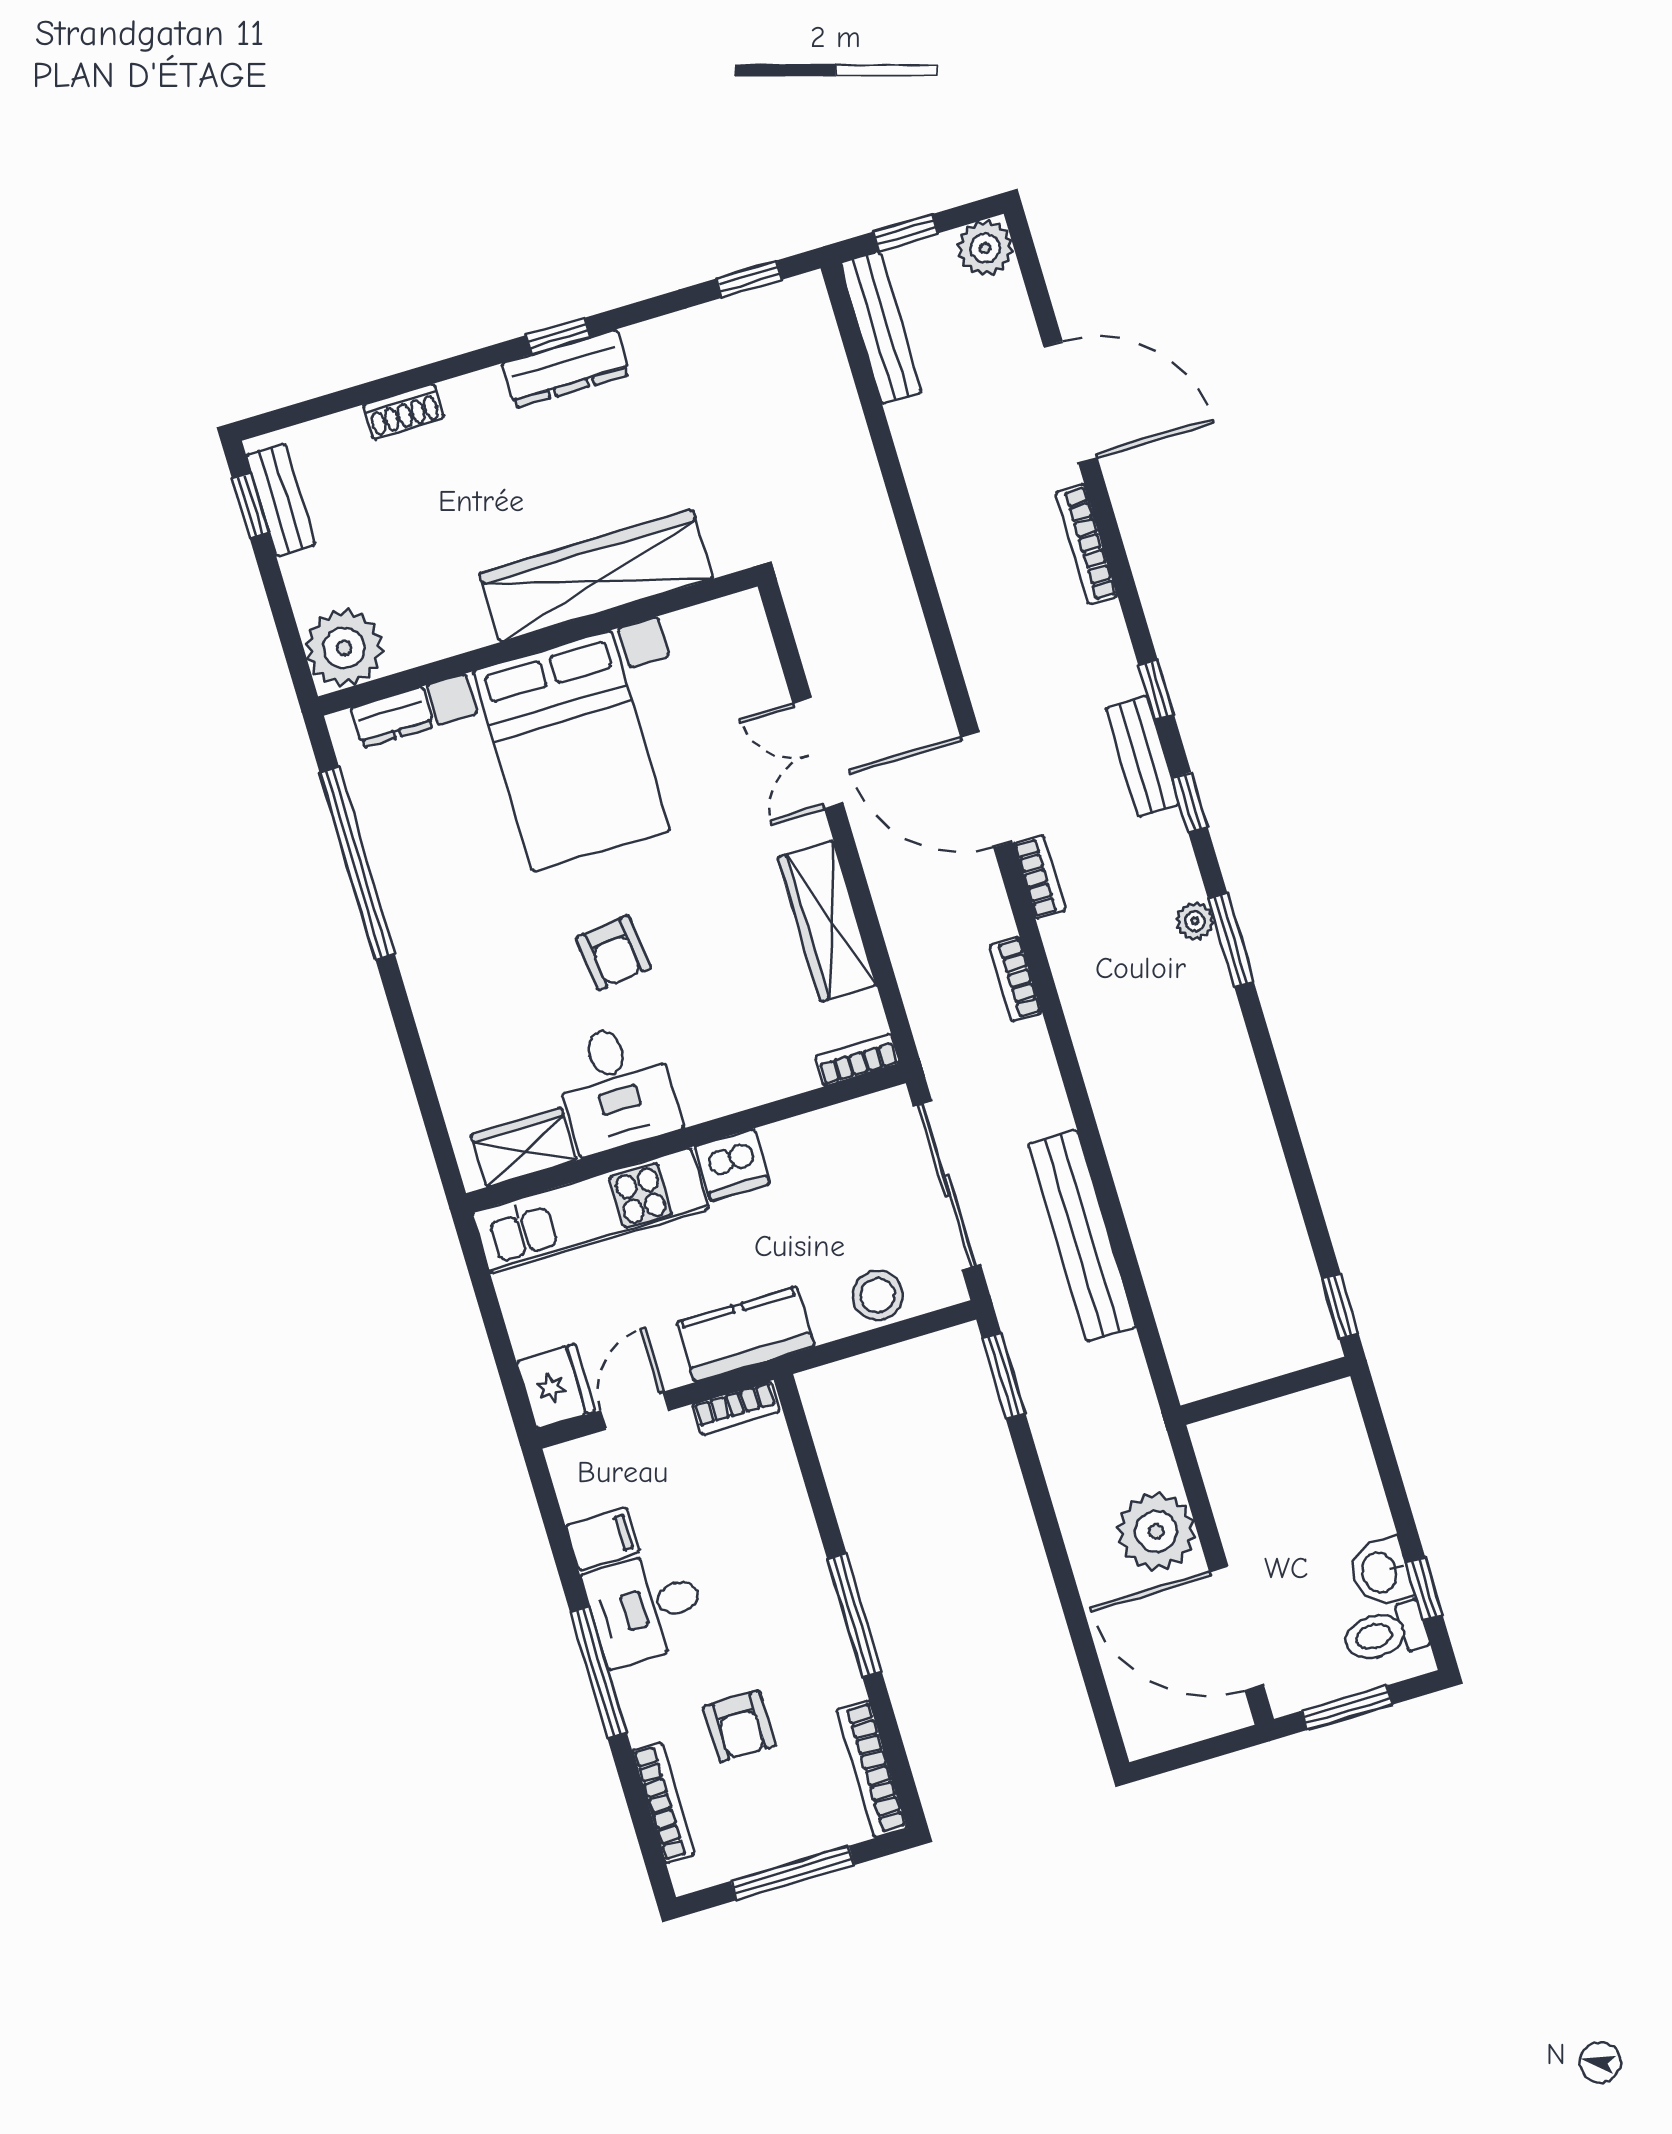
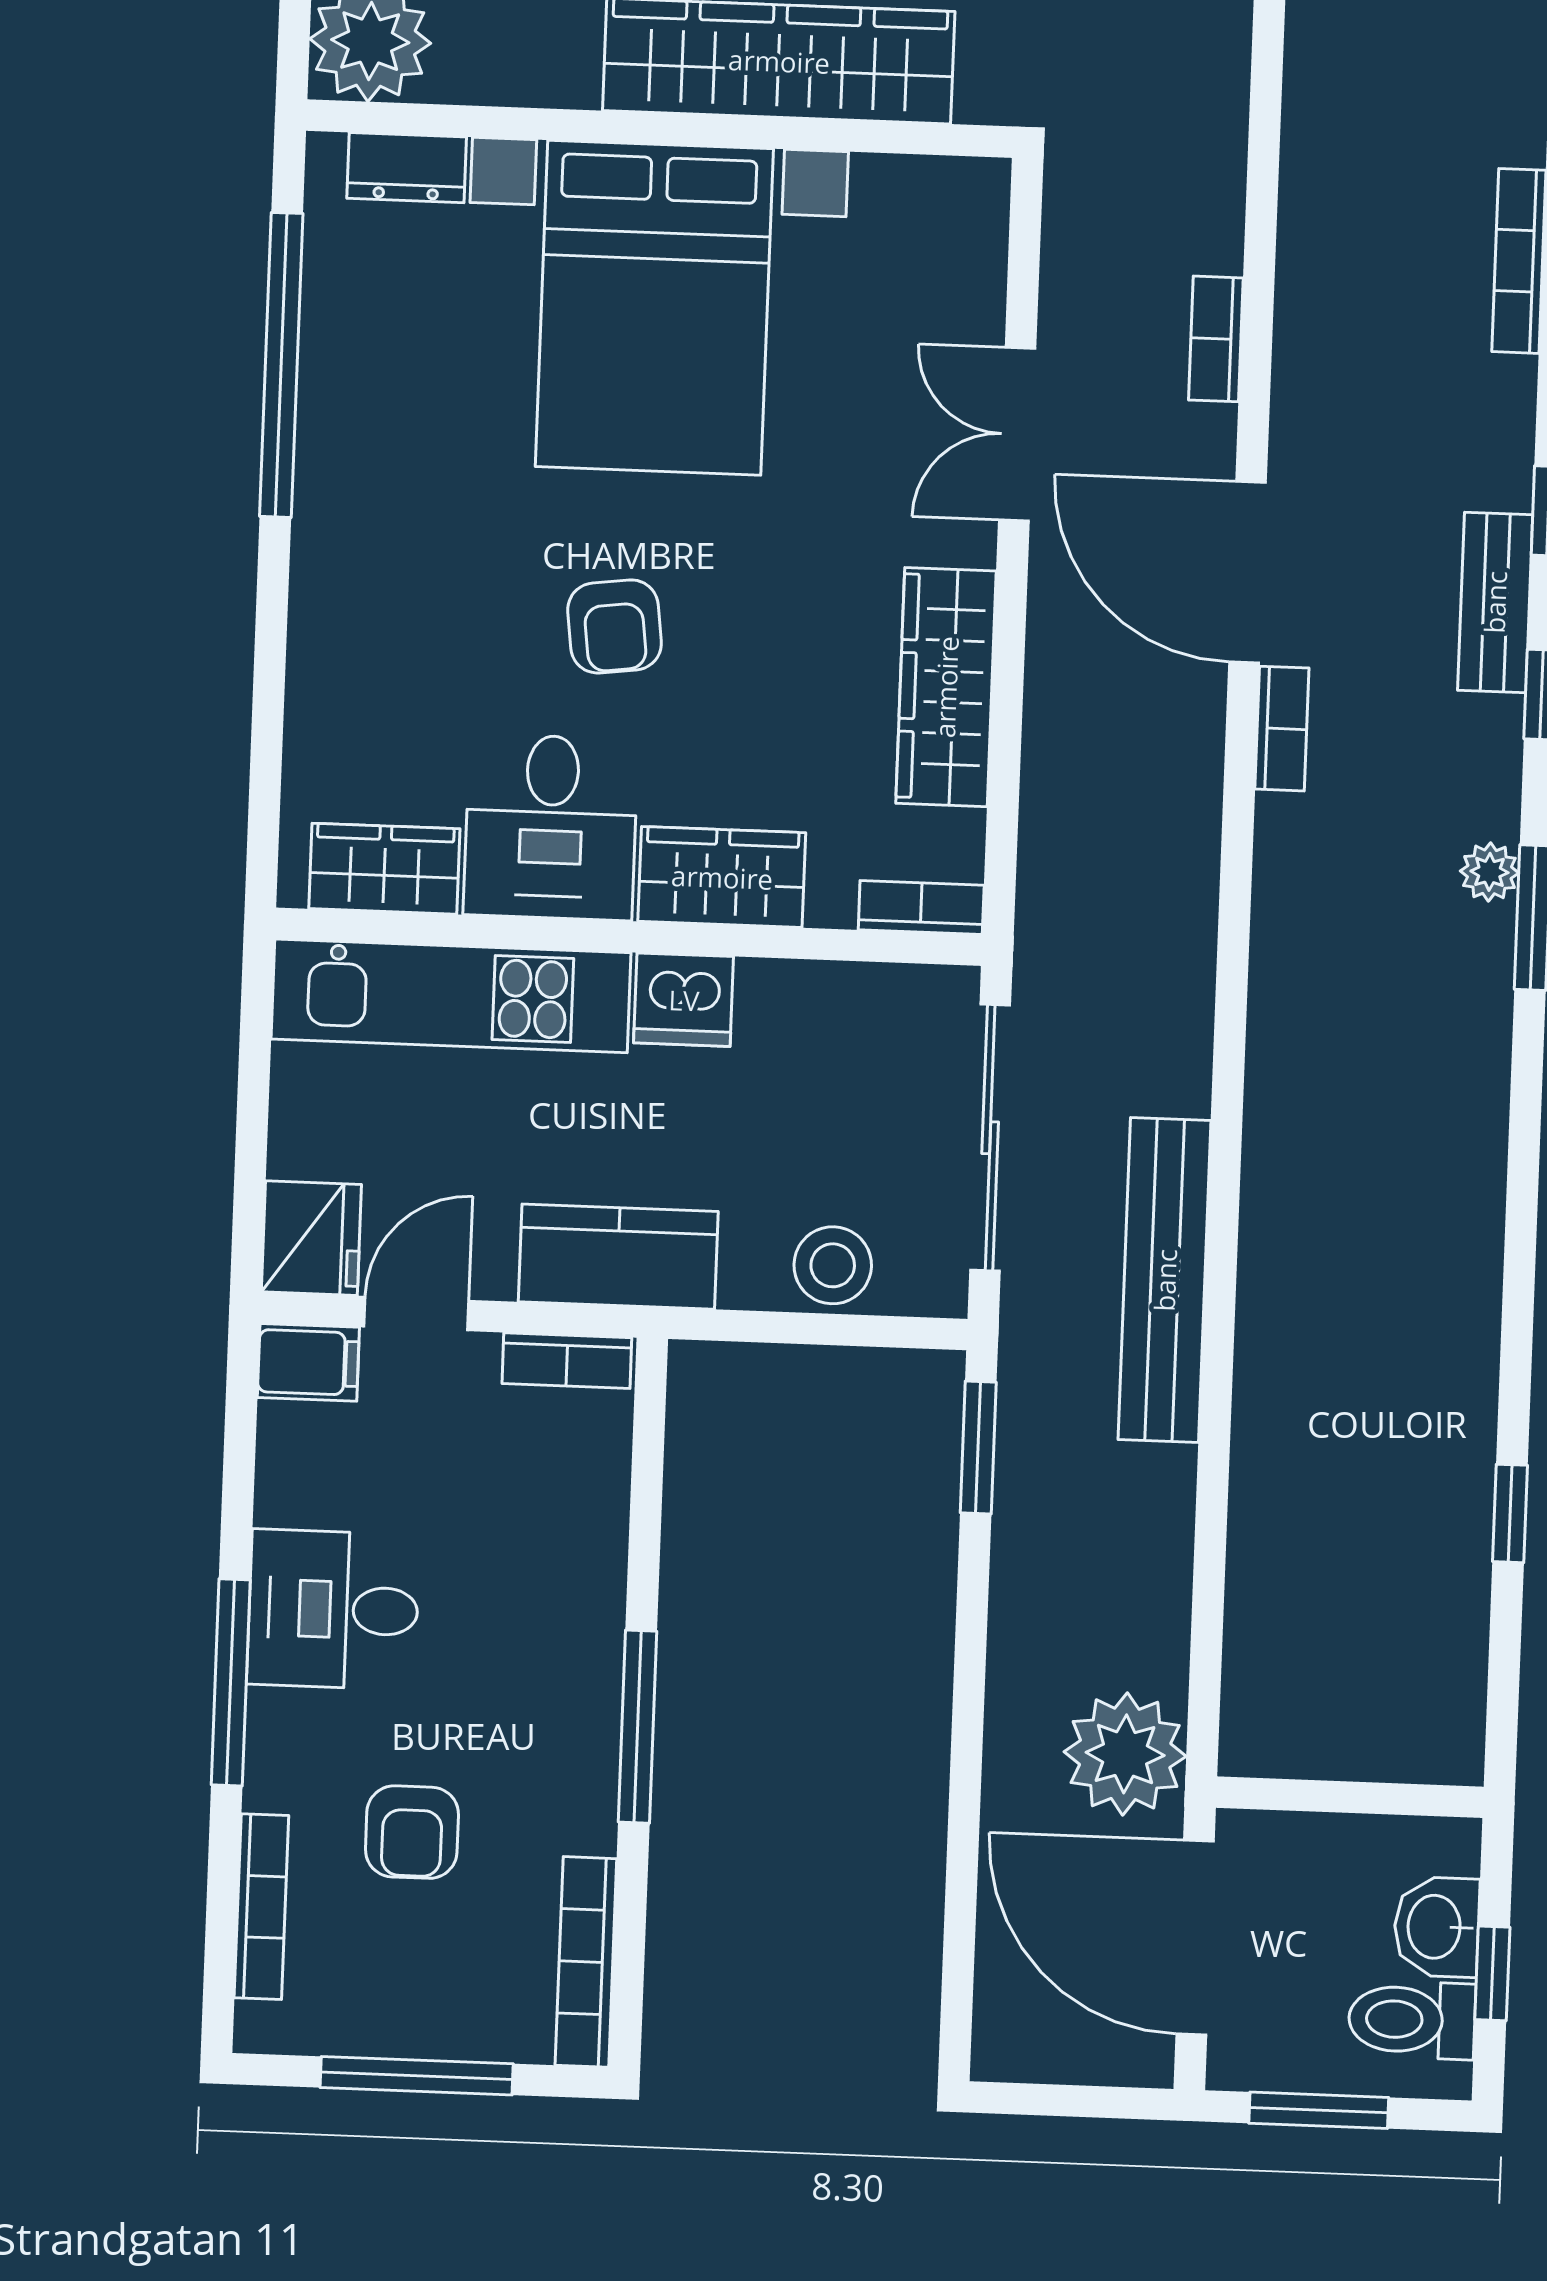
bookcase: (1016, 979) -> (1216, 339), moved
wardrobe: (730, 1083) -> (722, 877), added
wall: (1265, 1391) -> (1350, 1797), moved
filing cabinet: (602, 1539) -> (308, 1362), moved

